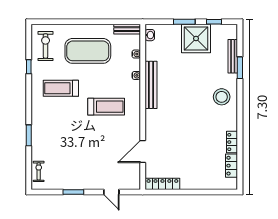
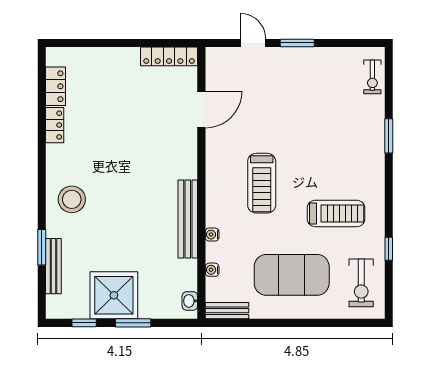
treadmill: (106, 107) -> (262, 183), turned -90
window: (73, 192) -> (297, 43), moved

